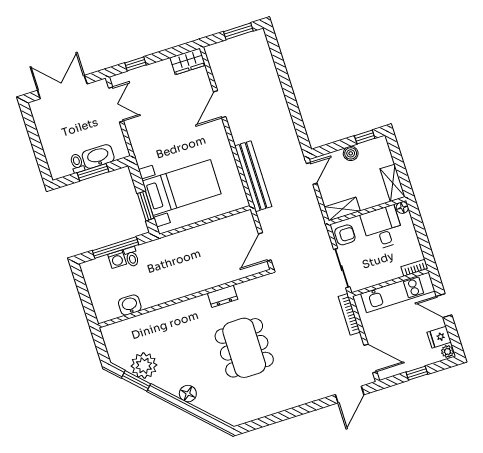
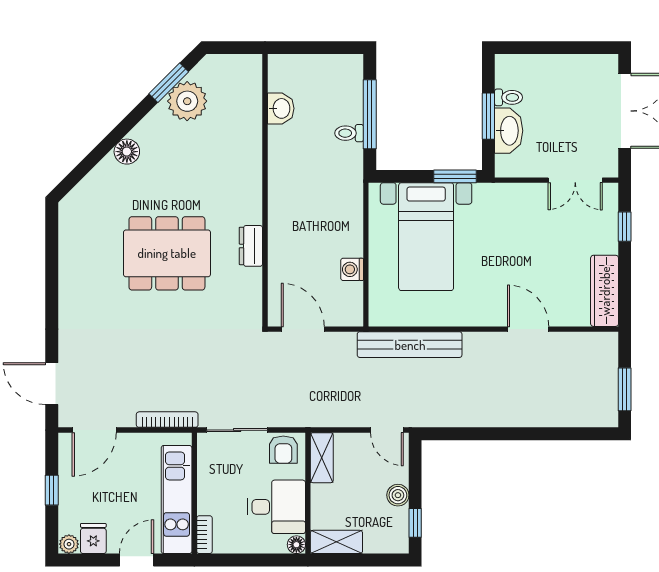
wardrobe: (188, 61) -> (605, 291), width x1.50
window: (146, 206) -> (455, 176), moved
washing machine: (117, 259) -> (352, 269), moved

